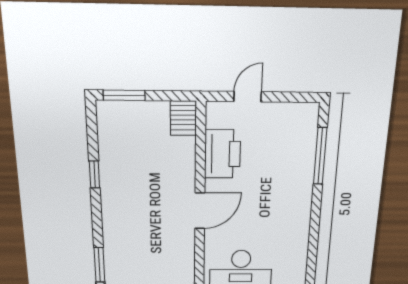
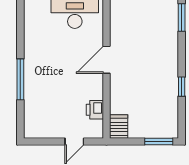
printer: (222, 154) -> (95, 110), width x0.53, depth x0.68
window: (320, 156) -> (20, 79), moved

